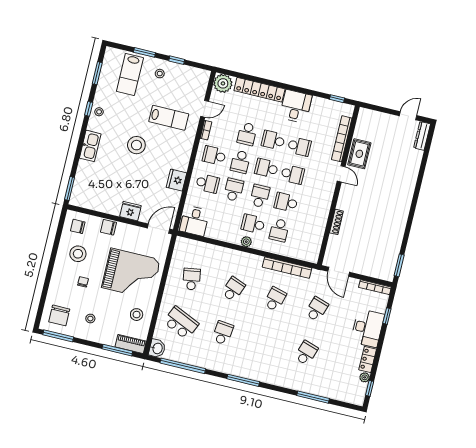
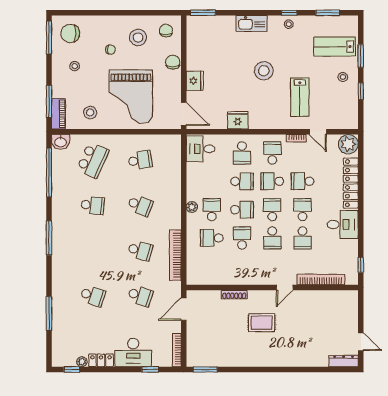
rug: (359, 154) -> (262, 323), moved

